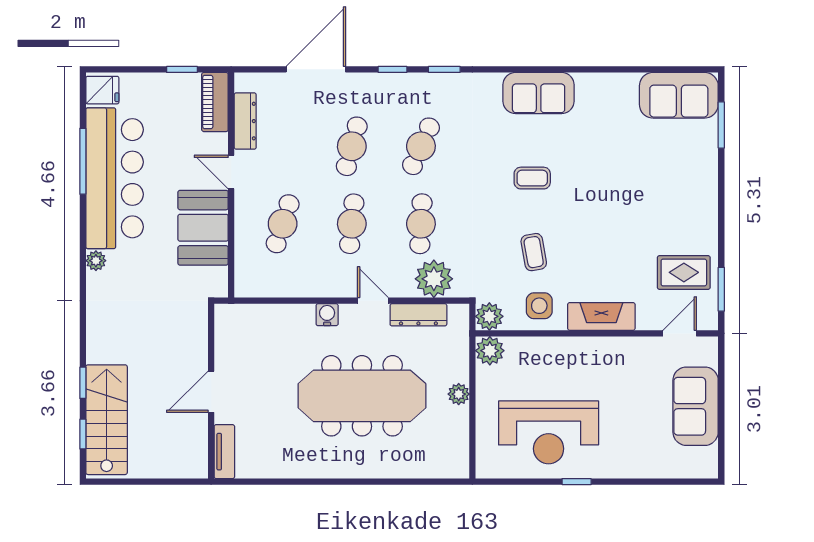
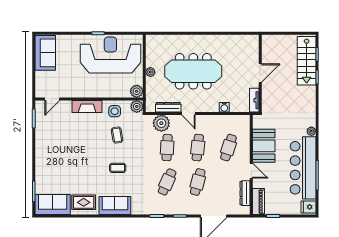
rug: (684, 272) -> (84, 202), moved
water cooler: (327, 315) -> (224, 107), moved
sofa: (696, 406) -> (45, 53), moved
reception desk: (549, 432) -> (110, 55), width x1.36, depth x1.30
tv unit: (224, 452) -> (254, 100), moved

